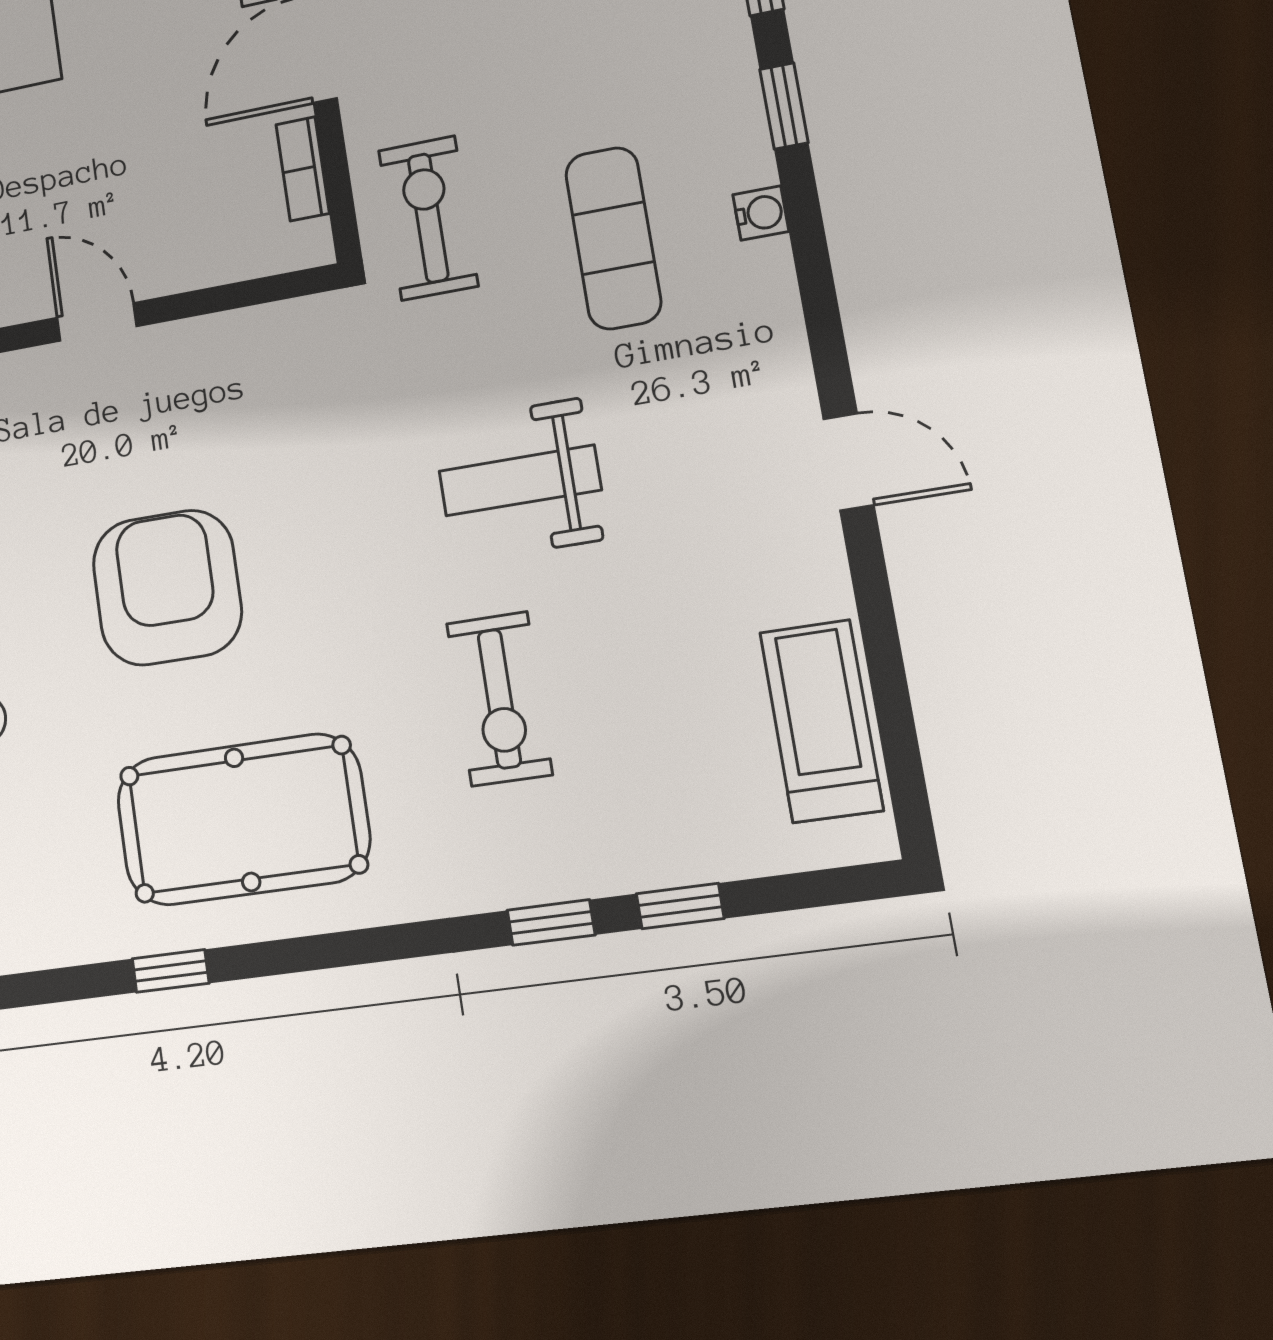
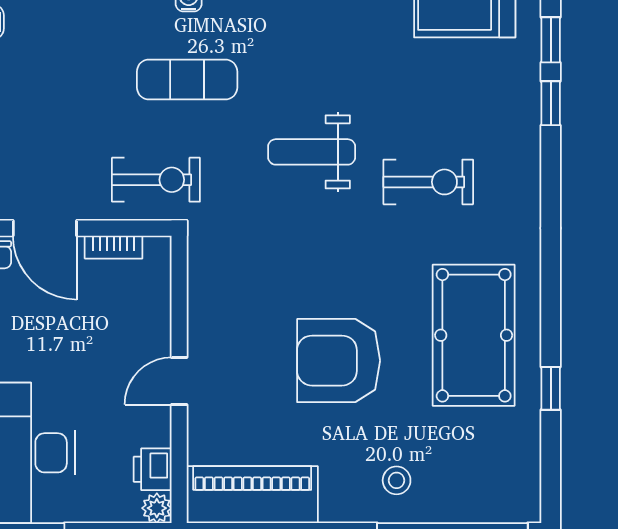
exercise bike: (428, 218) -> (156, 180), turned 180
weight bench: (520, 481) -> (312, 152), turned 90
window: (551, 922) -> (551, 40), moved

